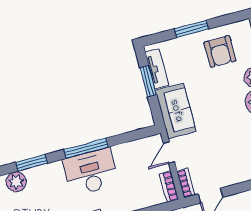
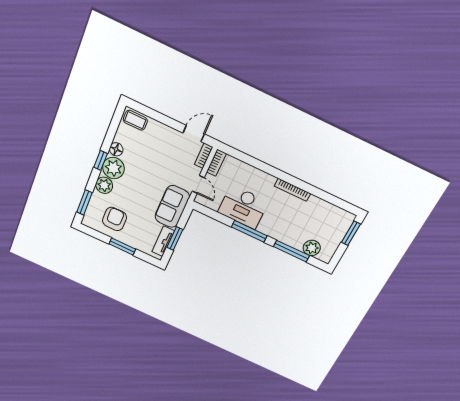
door: (169, 153) -> (198, 184), hinge flipped
window: (31, 163) -> (291, 251), width x1.44
desk: (91, 172) -> (243, 207), moved

